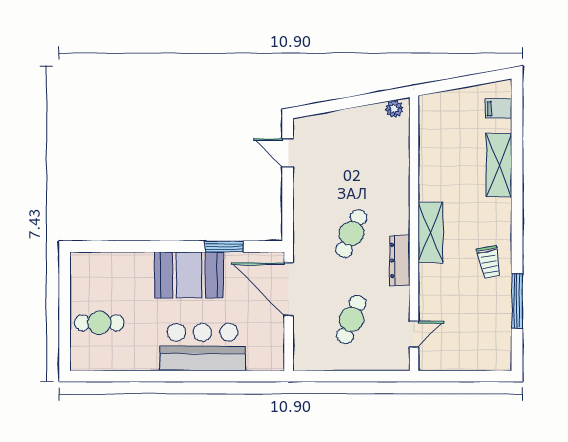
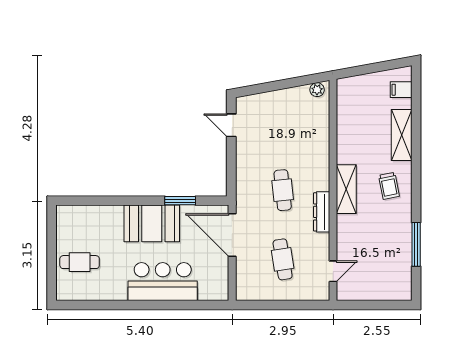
cafe table: (351, 233) -> (283, 190), turned -30
trolley: (489, 262) -> (389, 186), moved
cafe table: (351, 319) -> (283, 259), turned -30

